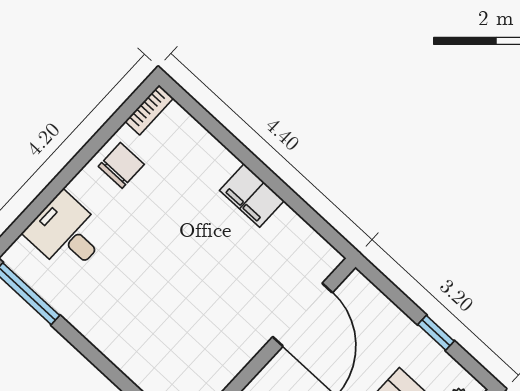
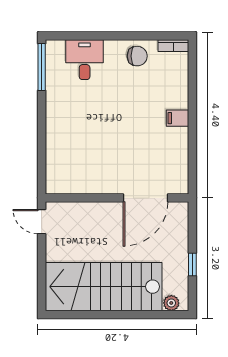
filing cabinet: (252, 196) -> (177, 118), width x0.50

